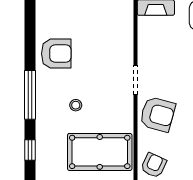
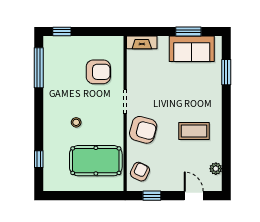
armchair: (56, 54) -> (98, 72), moved
window: (30, 95) -> (39, 68), moved

